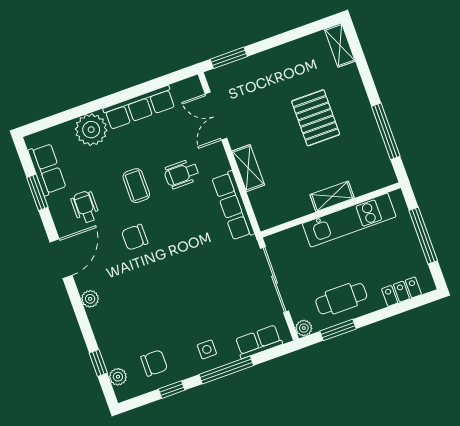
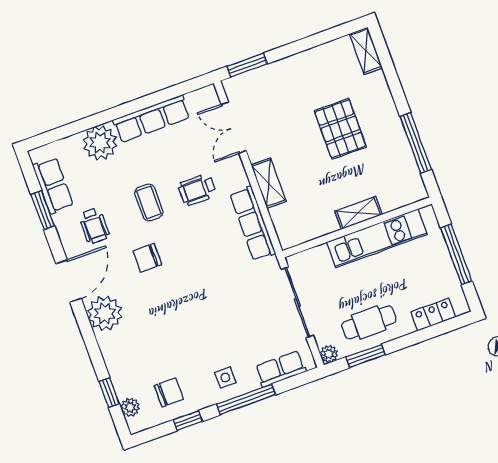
wheelchair: (85, 207) -> (94, 226), turned 180
plant: (90, 299) -> (105, 314), width x1.88, depth x1.88

